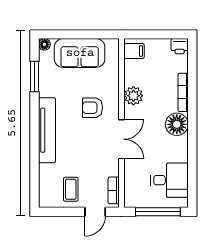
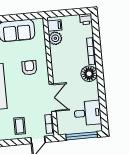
plant: (133, 96) -> (55, 38), moved
armchair: (93, 108) -> (29, 68), turned 90
double door: (122, 139) -> (53, 98), moved

